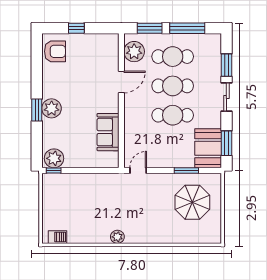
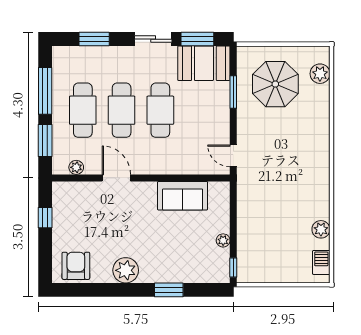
window: (76, 28) -> (45, 218), moved
plant: (134, 52) -> (76, 167), width x0.53, depth x0.53
sliding door: (226, 97) -> (153, 39), moved
plant: (52, 108) -> (126, 270), moved
window: (37, 110) -> (169, 290), moved
plant: (54, 158) -> (223, 240), moved, width x0.53, depth x0.53
plant: (200, 236) -> (320, 74), added
plant: (117, 237) -> (321, 229), moved

